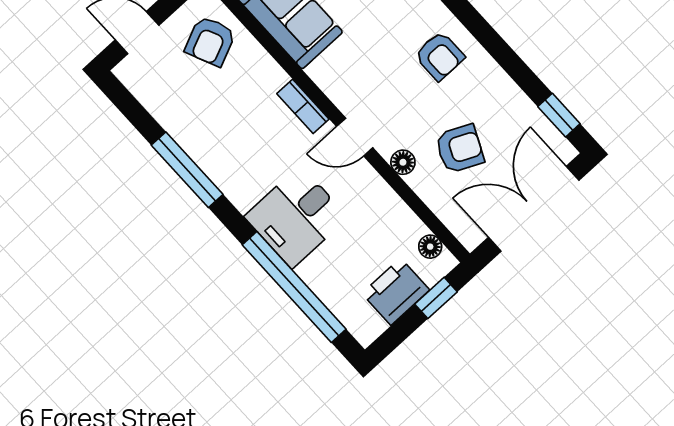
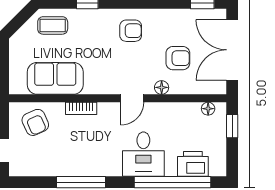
bookcase: (303, 106) -> (81, 108), moved
armchair: (460, 149) -> (178, 58), turned 65
printer: (396, 292) -> (193, 164), moved, turned 90

